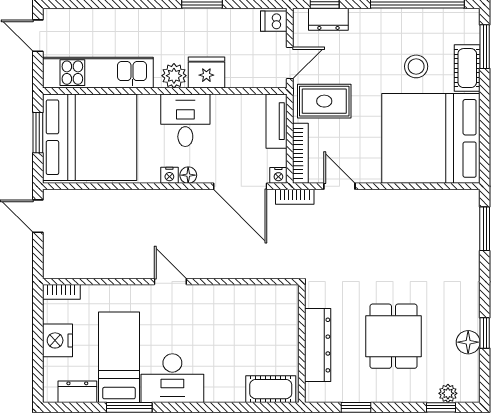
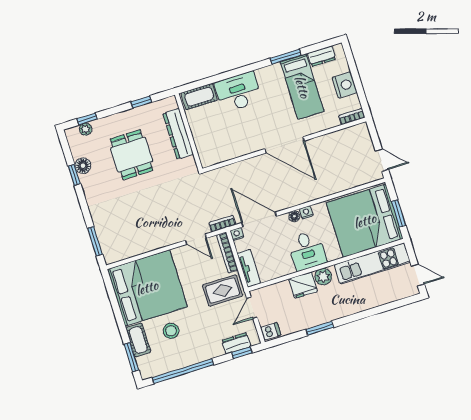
door: (170, 282) -> (284, 145), width x1.88
desk: (172, 378) -> (238, 92), moved

